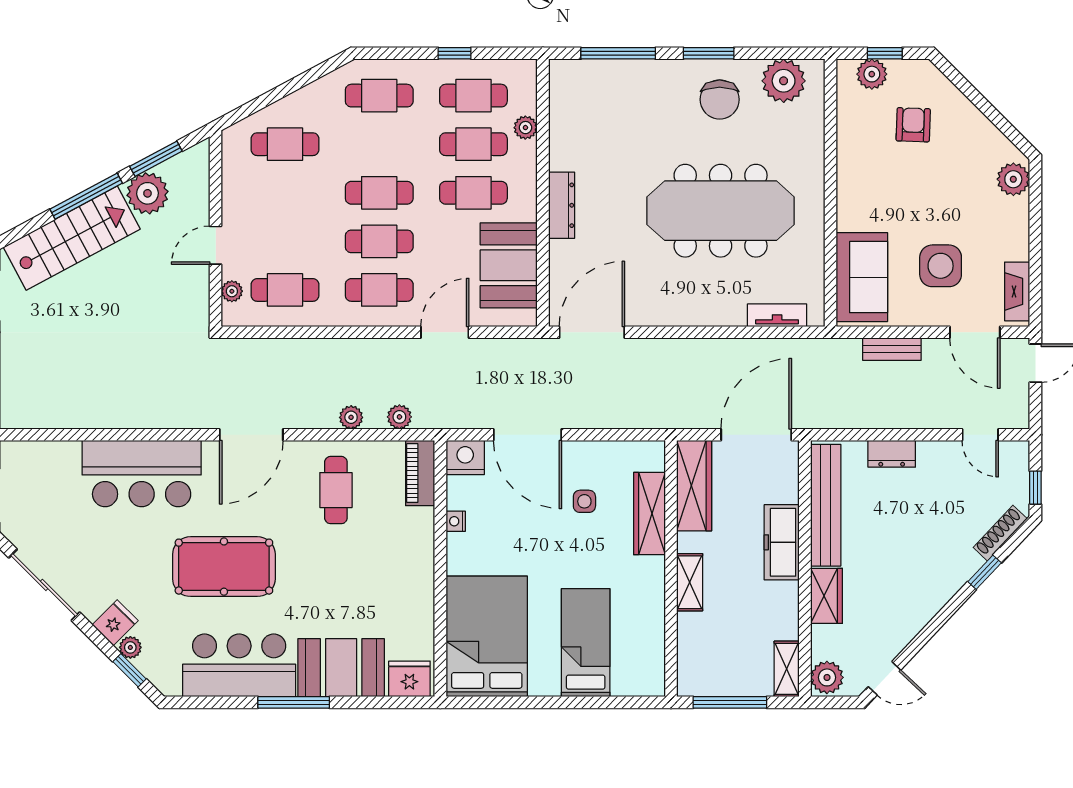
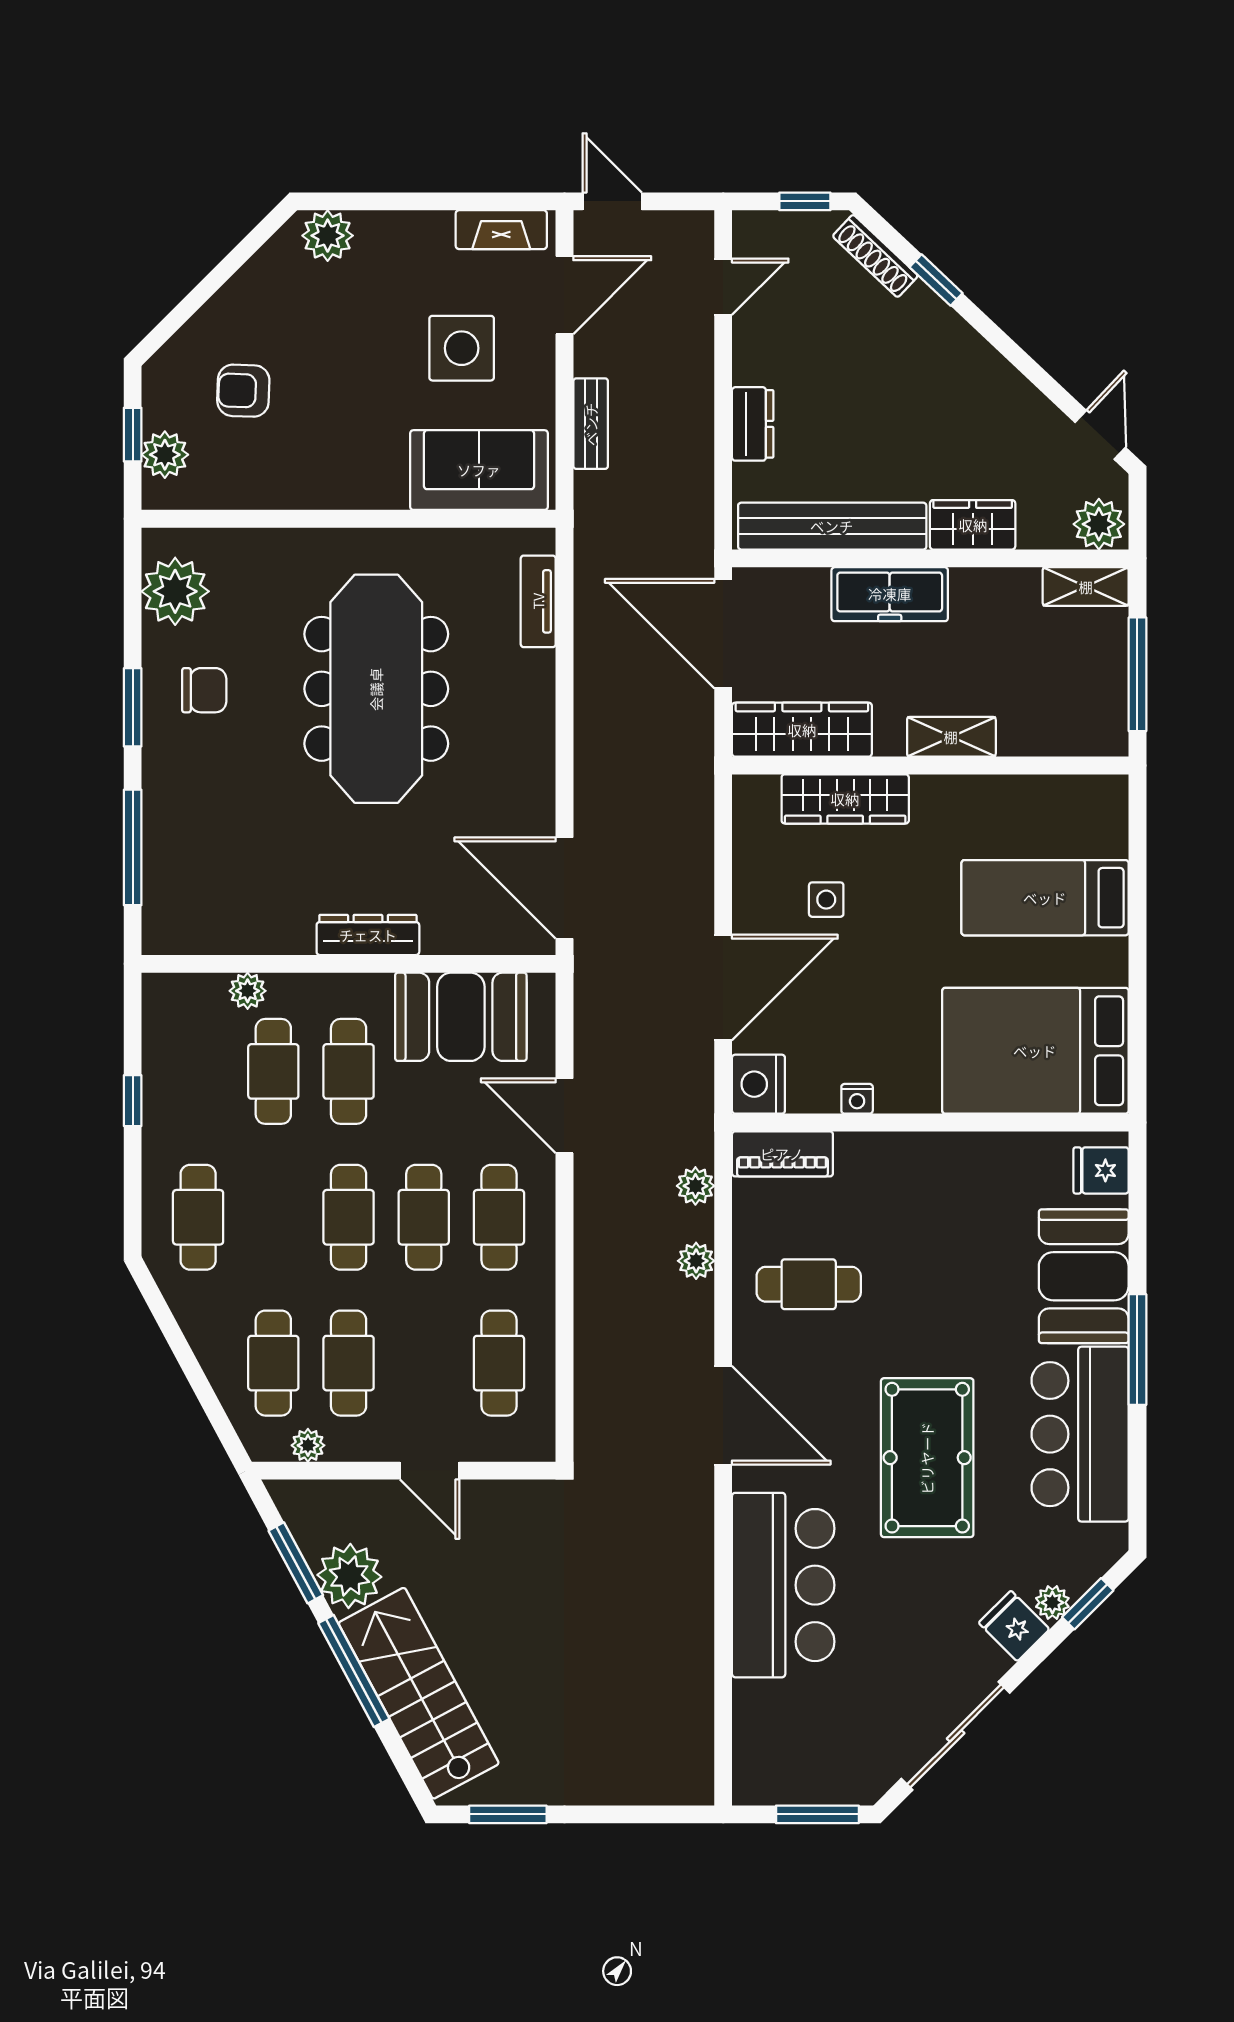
cafe table: (473, 96) -> (349, 1363), moved
chair: (720, 100) -> (204, 690), width x0.73, depth x0.73
plant: (232, 291) -> (308, 1445), moved
fridge: (409, 679) -> (1101, 1170), width x0.72

